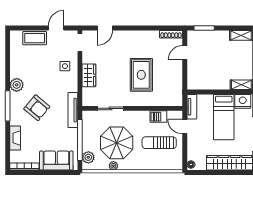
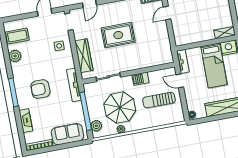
coffee table: (35, 38) -> (17, 36), moved
wardrobe: (89, 75) -> (84, 56), width x1.50
rug: (141, 75) -> (118, 35), moved, turned 90
plant: (17, 85) -> (15, 56), moved
armchair: (37, 108) -> (40, 89), turned 140
barbecue: (158, 117) -> (140, 79), moved

